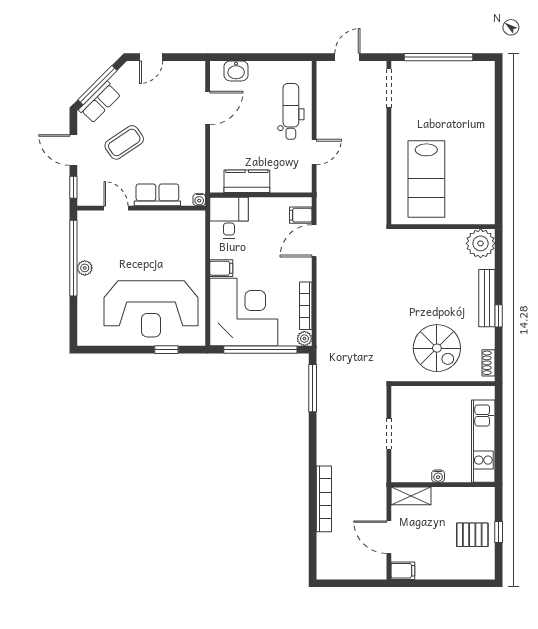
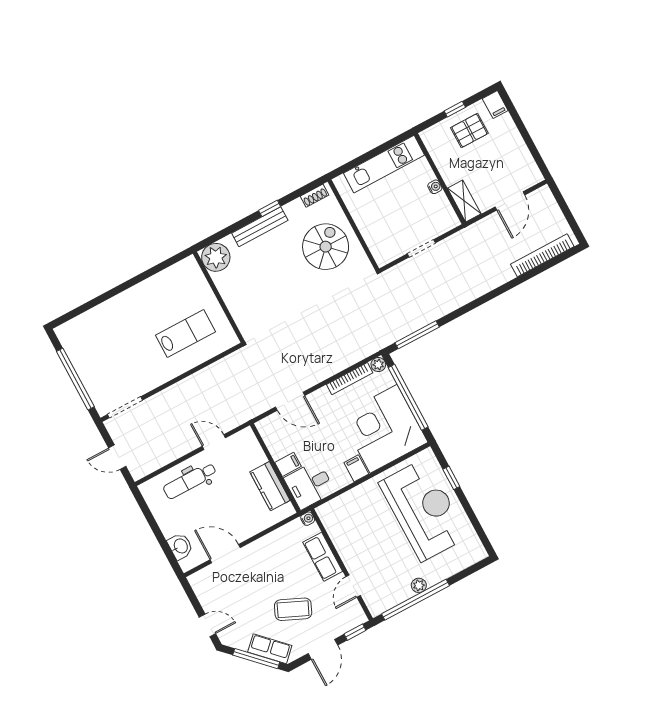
coffee table: (124, 142) -> (293, 609), turned -32
lab bench: (426, 179) -> (186, 333), width x0.73, depth x0.72
filing cabinet: (301, 215) -> (288, 464), moved, turned -90
bookcase: (324, 499) -> (542, 255), moved
pallet: (472, 535) -> (469, 130), turned 90
filing cabinet: (403, 571) -> (495, 105), moved, turned 180

